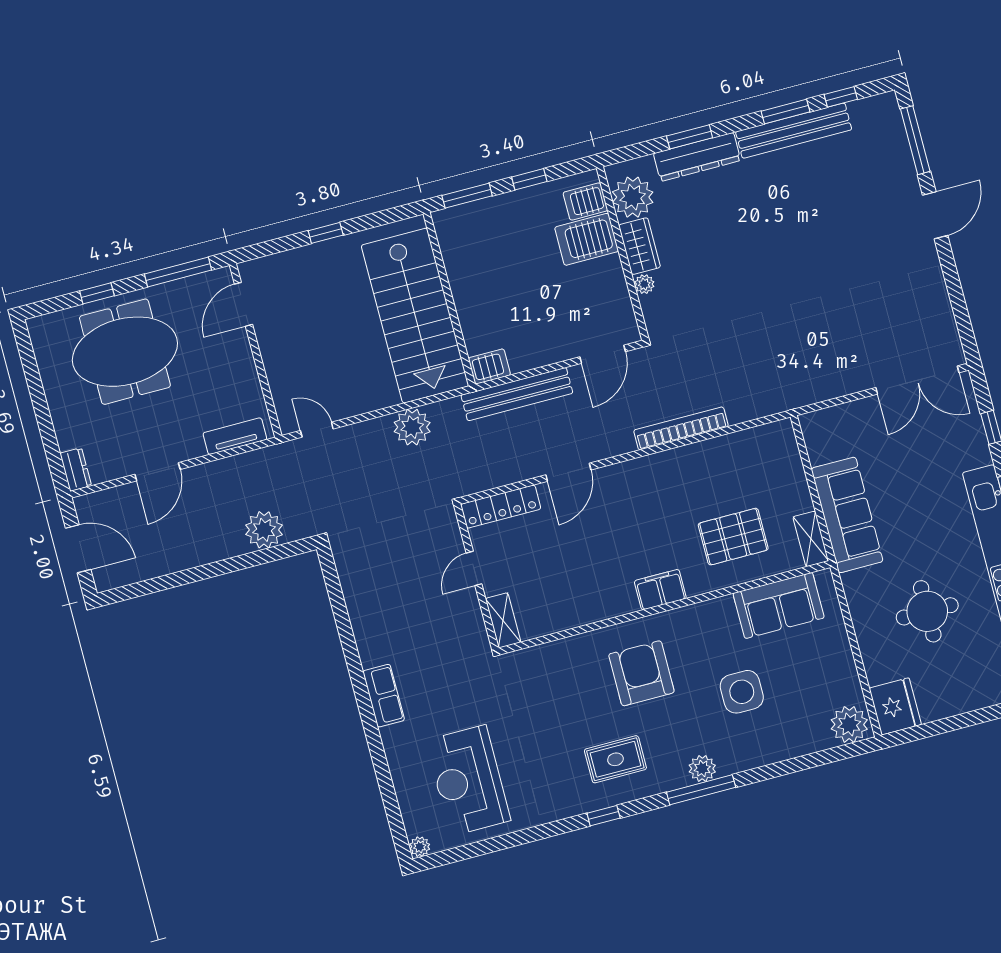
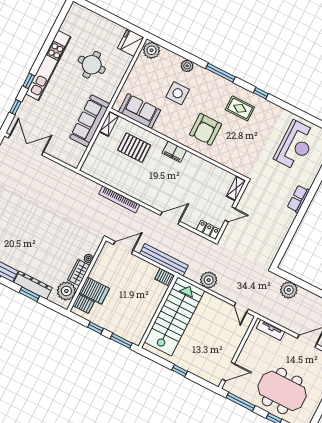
locker: (501, 507) -> (208, 230), width x0.66
plant: (702, 769) -> (187, 66), moved

